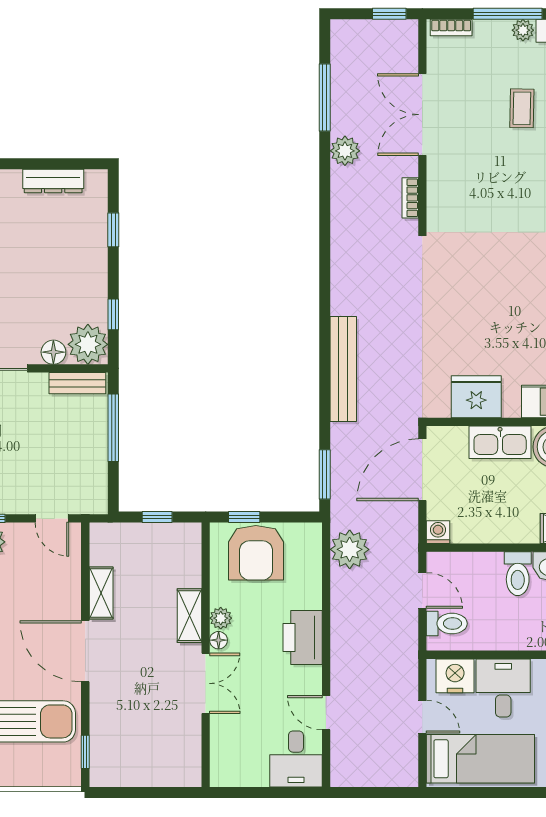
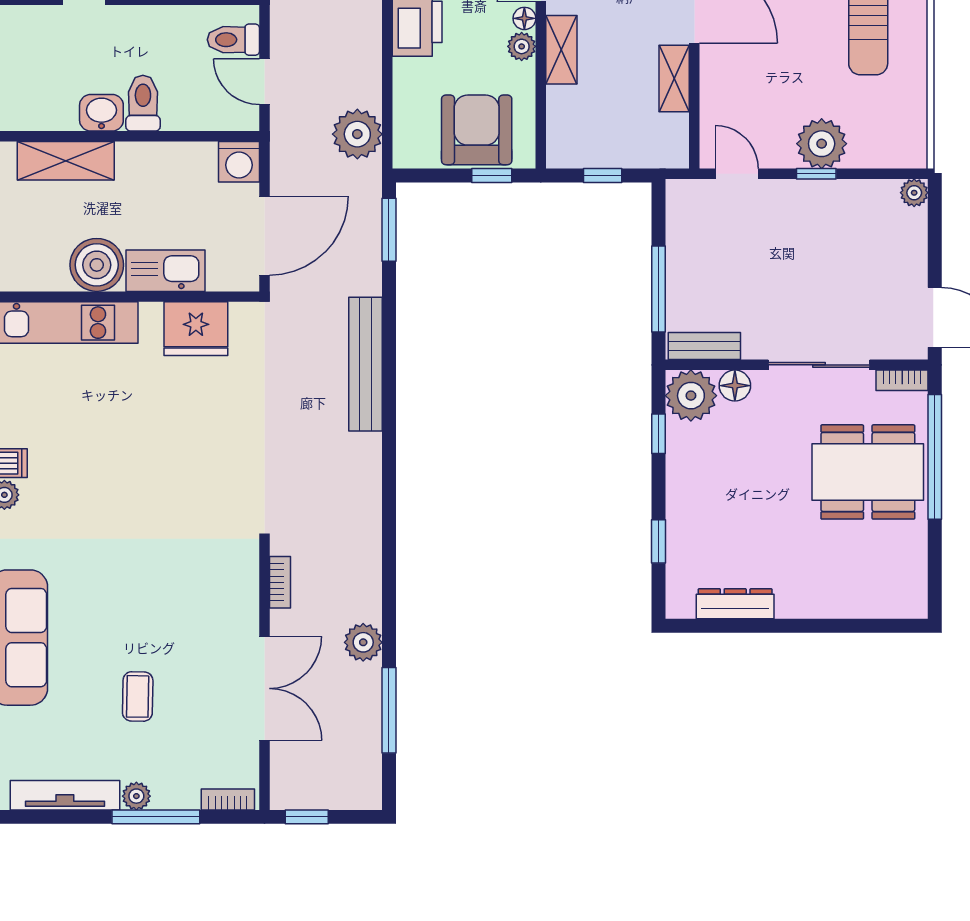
washing machine: (438, 532) -> (239, 162), width x1.38, depth x1.38

